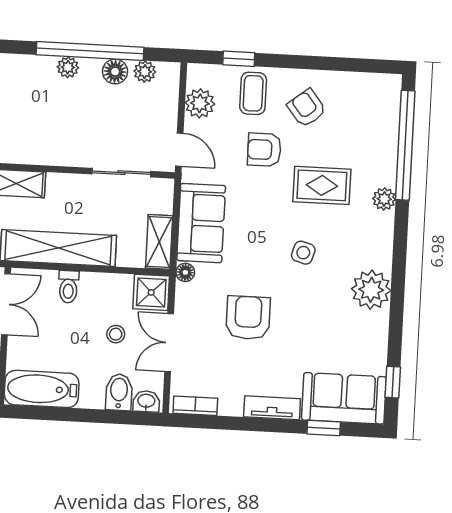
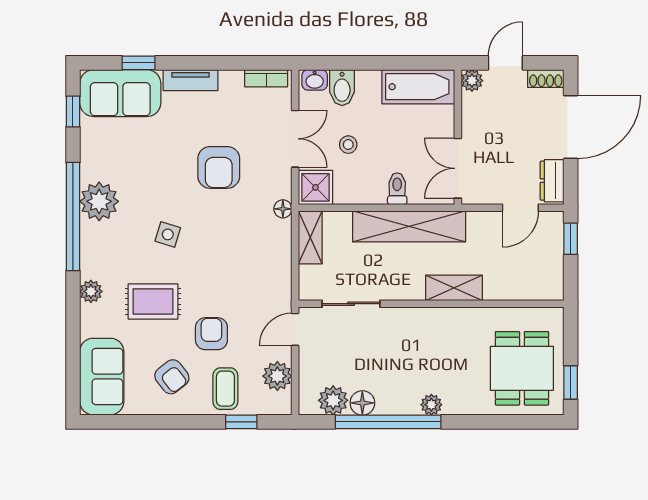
plant: (68, 67) -> (431, 405), moved
plant: (145, 72) -> (333, 400), width x1.38, depth x1.38
window: (405, 145) -> (73, 216), moved
door: (179, 150) -> (295, 329), hinge flipped
armchair: (264, 150) -> (211, 334), turned -90
sofa: (201, 223) -> (102, 377), moved, turned 180

